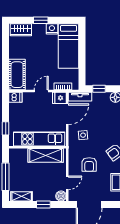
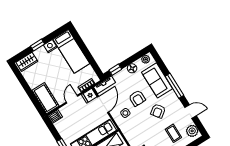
armchair: (89, 165) -> (137, 98), moved

